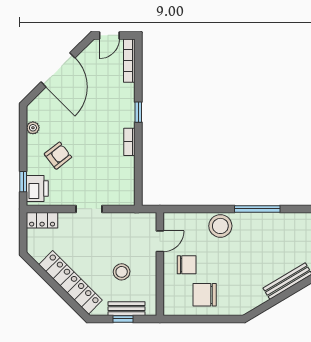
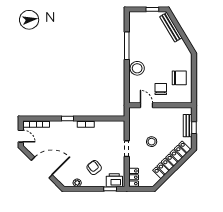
stool: (122, 272) -> (152, 142), moved
chair: (205, 295) -> (179, 78), turned -90

